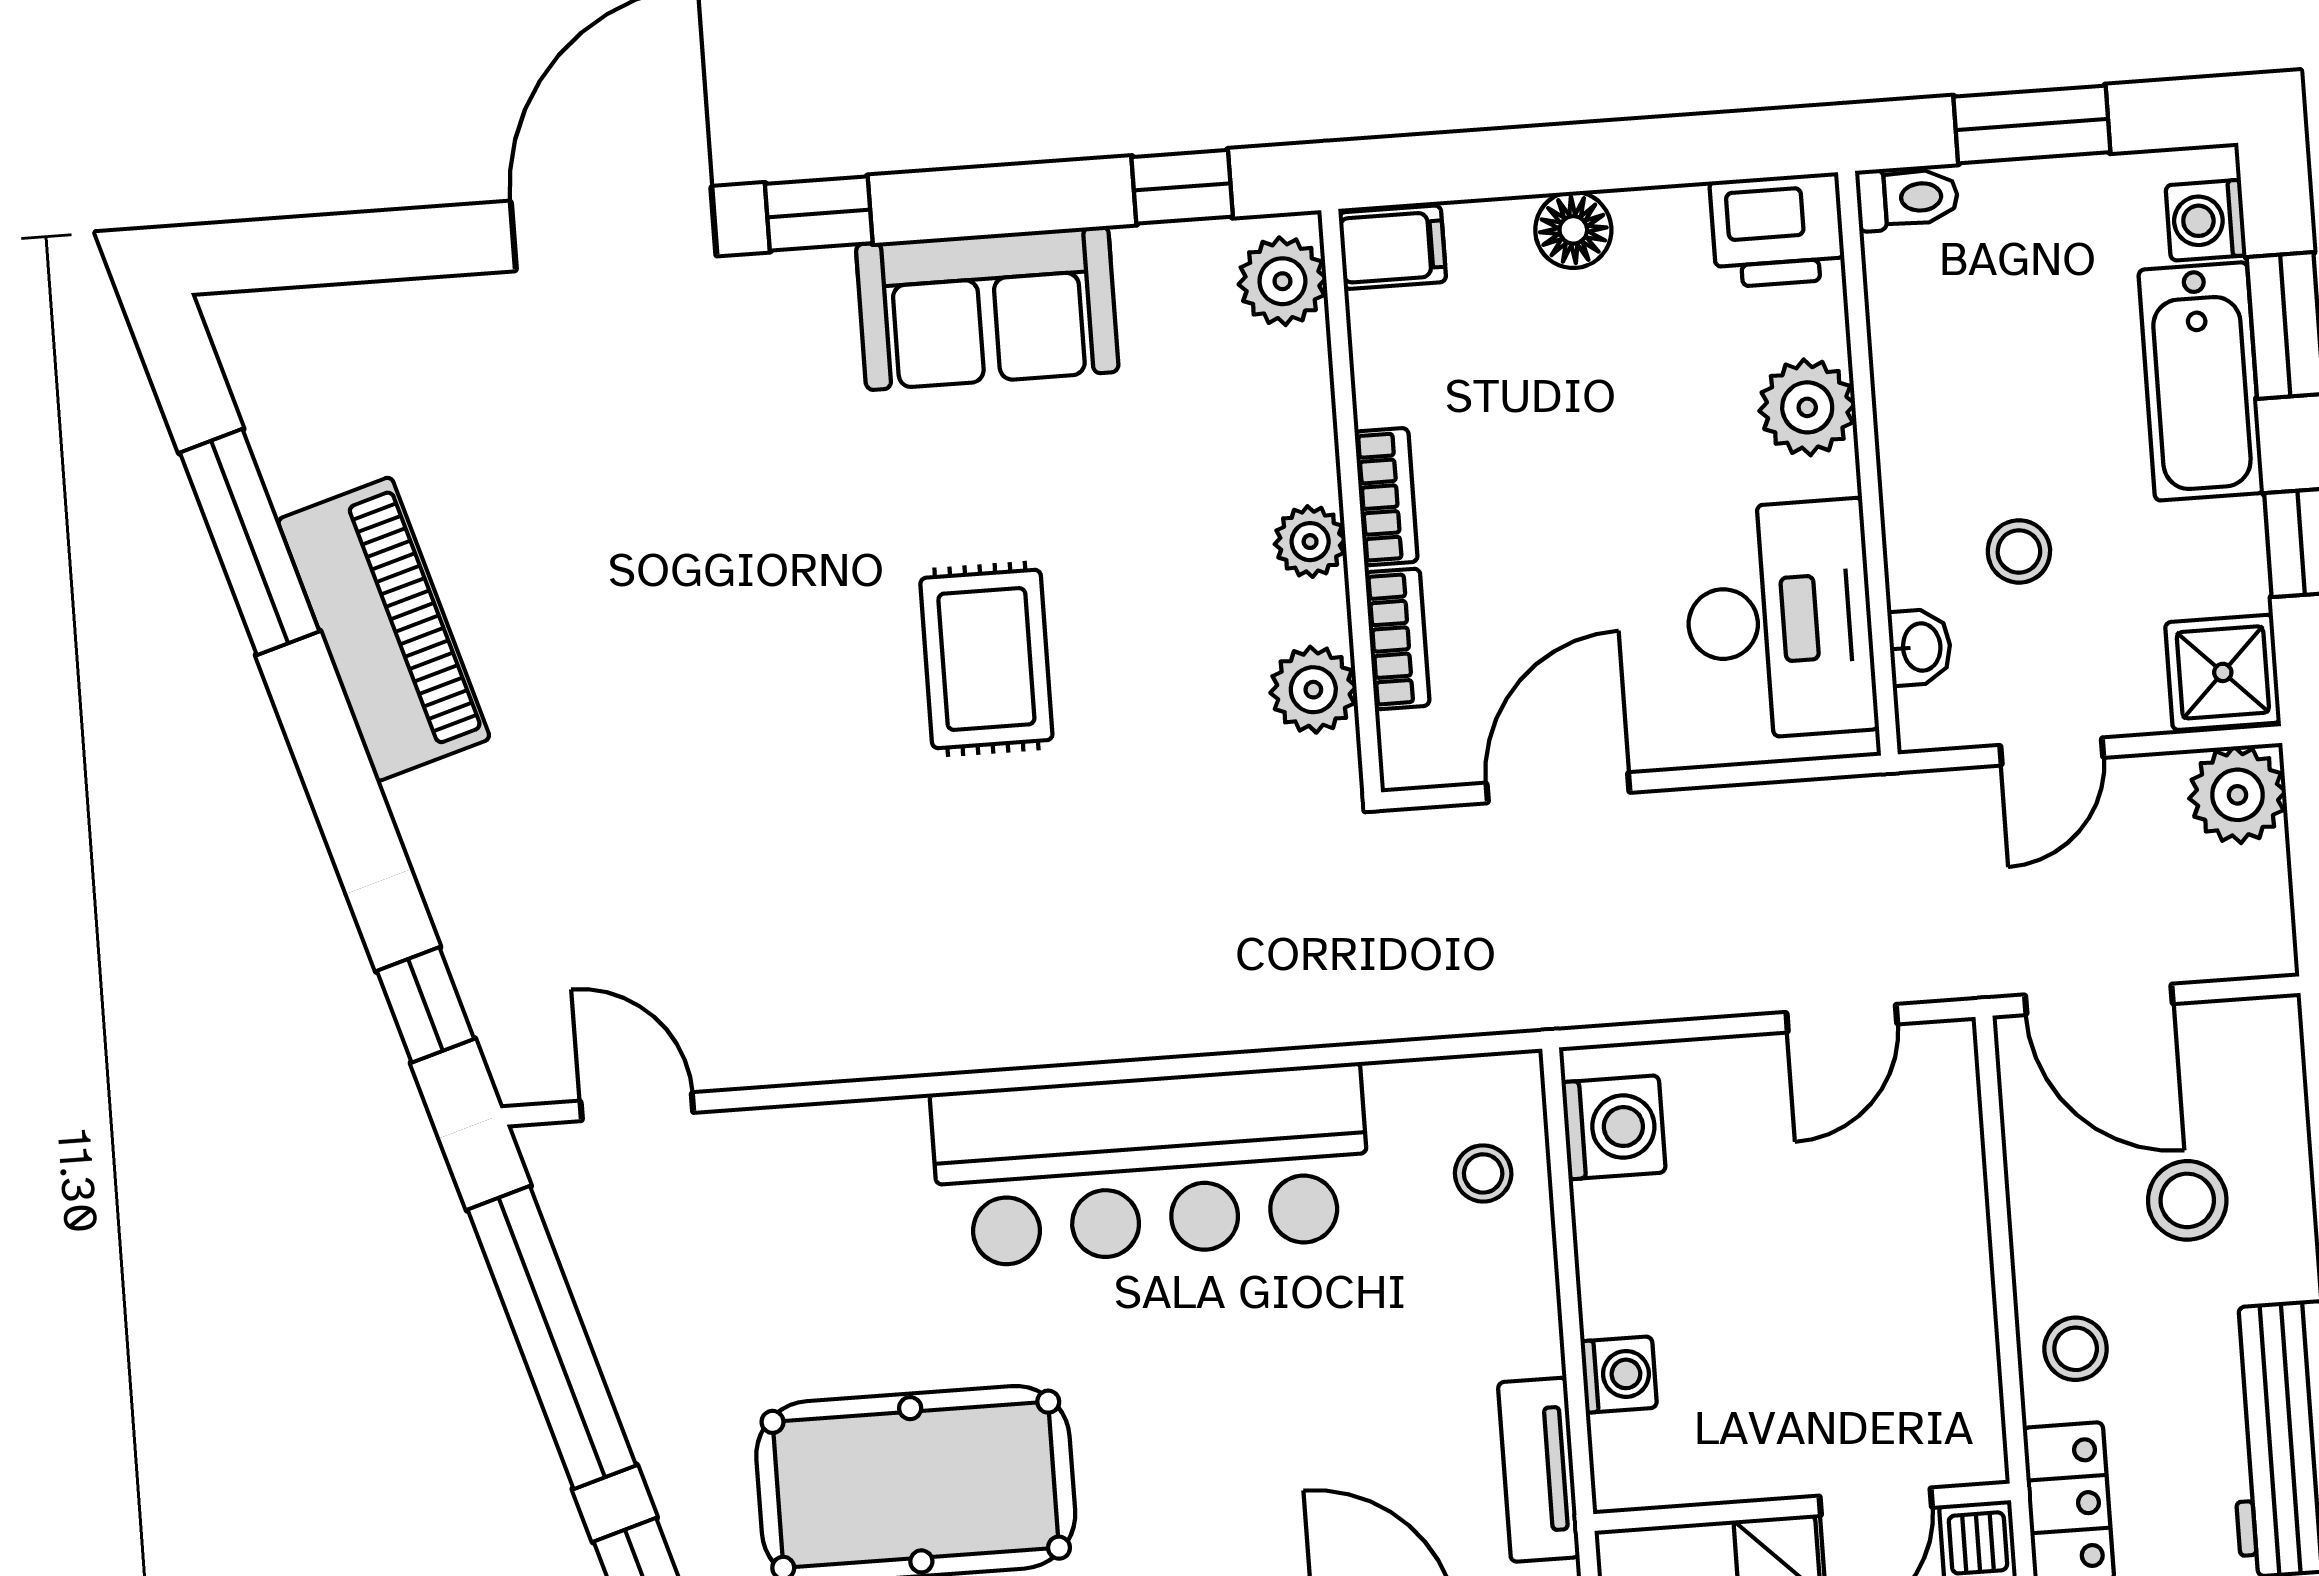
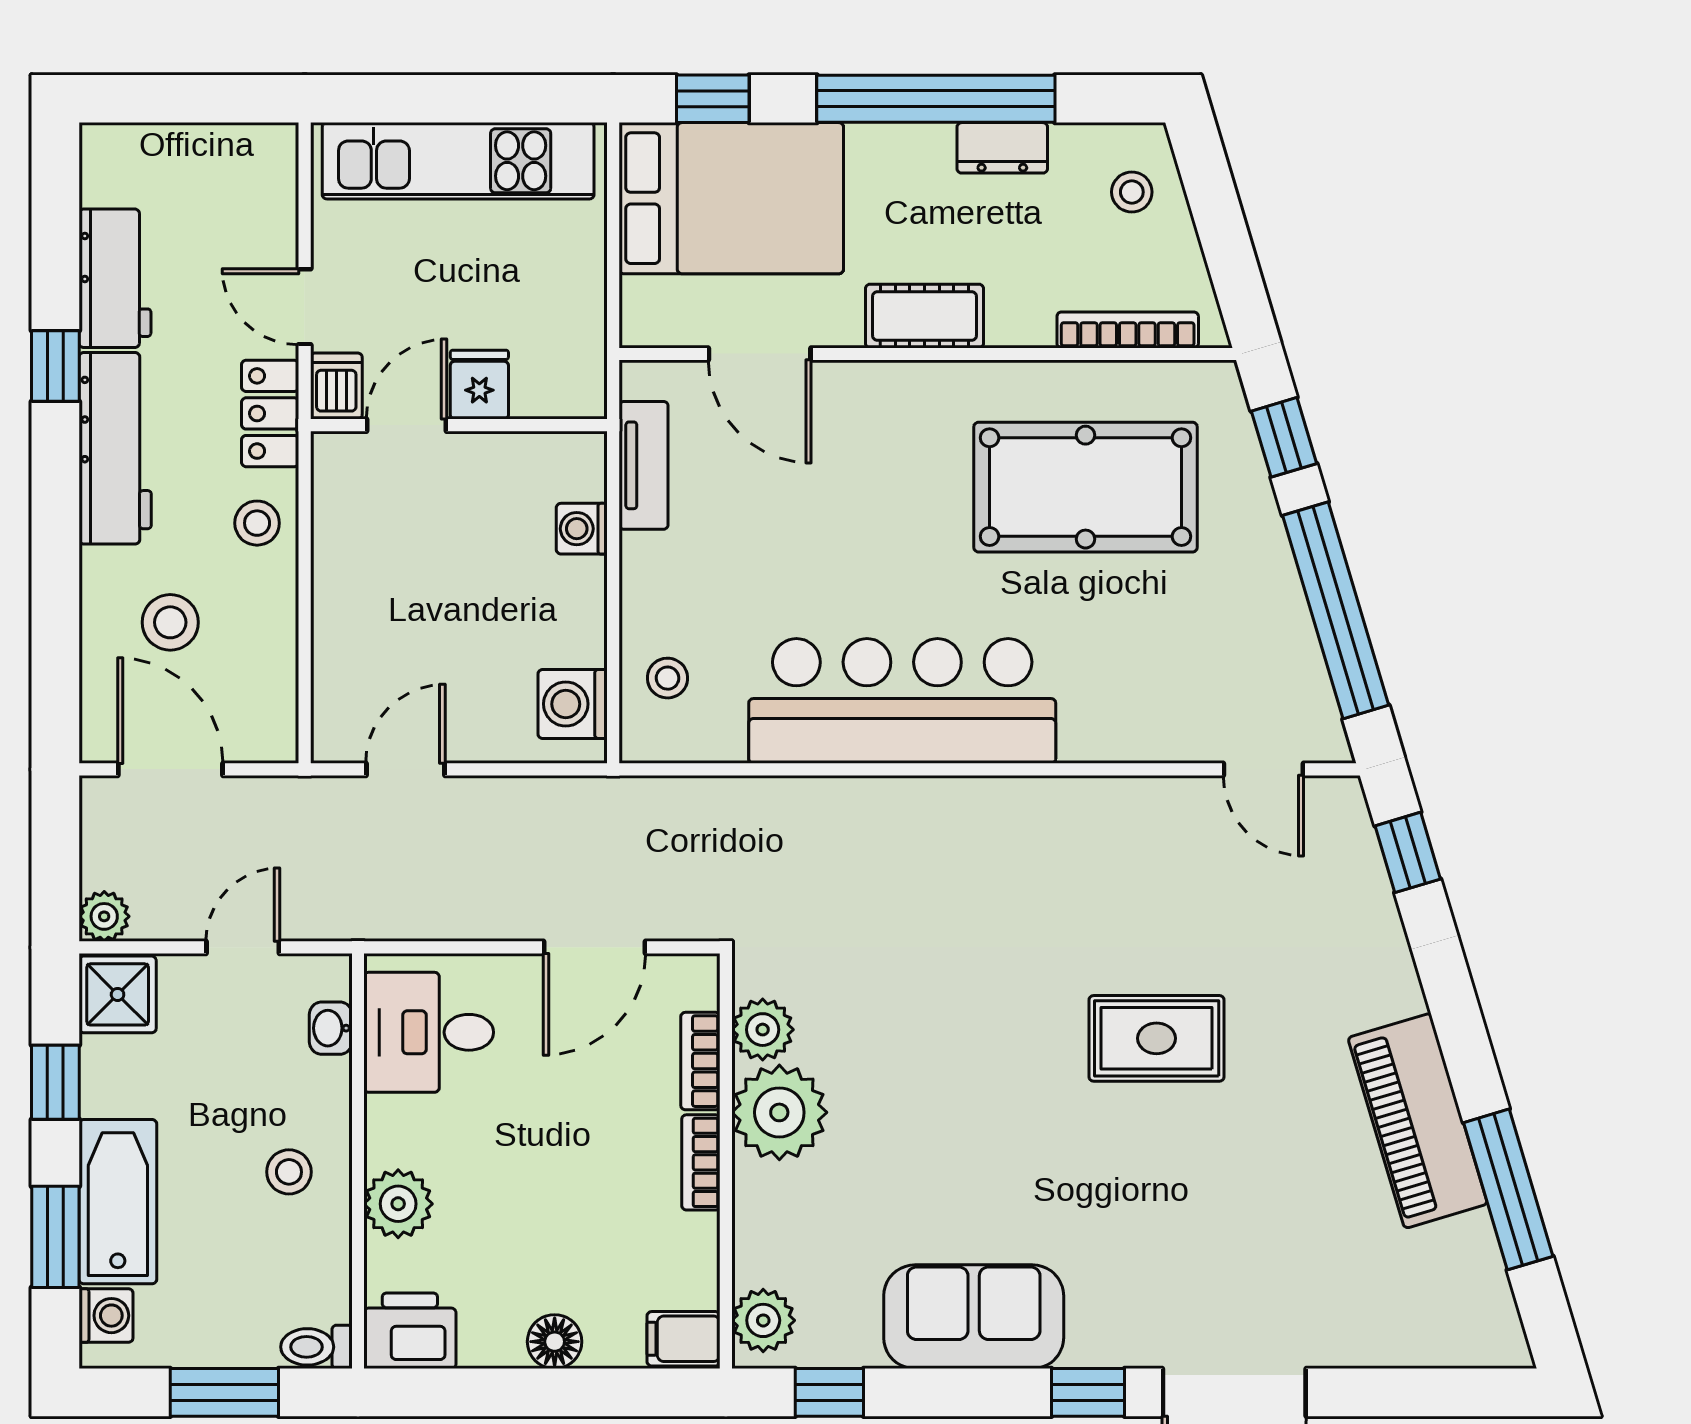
plant: (1310, 542) -> (779, 1112), width x1.88, depth x1.88
stool: (2019, 551) -> (289, 1172), moved
desk: (1780, 620) -> (429, 1032), width x0.73
rug: (986, 659) -> (1157, 1038), moved, turned 90
plant: (2237, 795) -> (104, 916), width x0.73, depth x0.73
door: (2099, 999) -> (170, 769), moved

